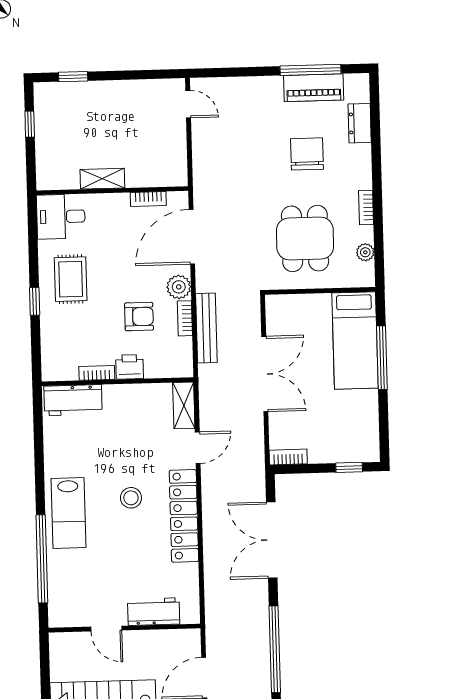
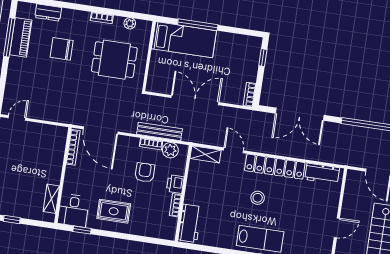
shelving: (102, 179) -> (51, 199), moved
bookcase: (148, 199) -> (73, 147), width x1.56
plant: (179, 287) -> (170, 150), moved
window: (35, 301) -> (82, 230), moved
workbench: (154, 612) -> (322, 174), moved, turned -90

